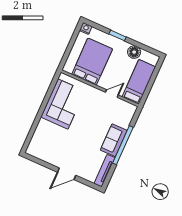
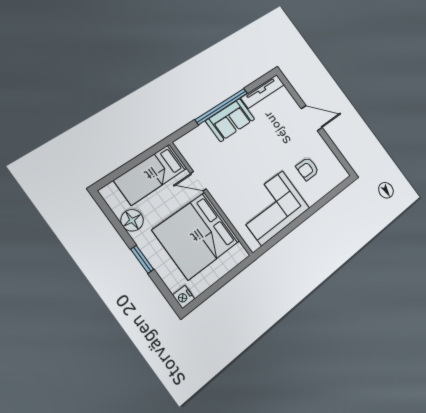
bed: (92, 62) -> (197, 236), width x1.36
armchair: (54, 140) -> (307, 169), added

